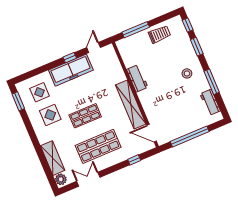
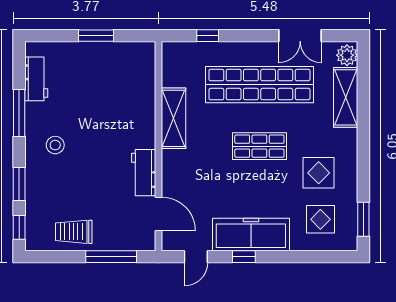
shelving: (131, 105) -> (174, 118), width x0.68
door: (152, 133) -> (158, 214), moved
window: (190, 136) -> (96, 36), width x0.47
shop shelf: (98, 146) -> (259, 85), width x1.40

